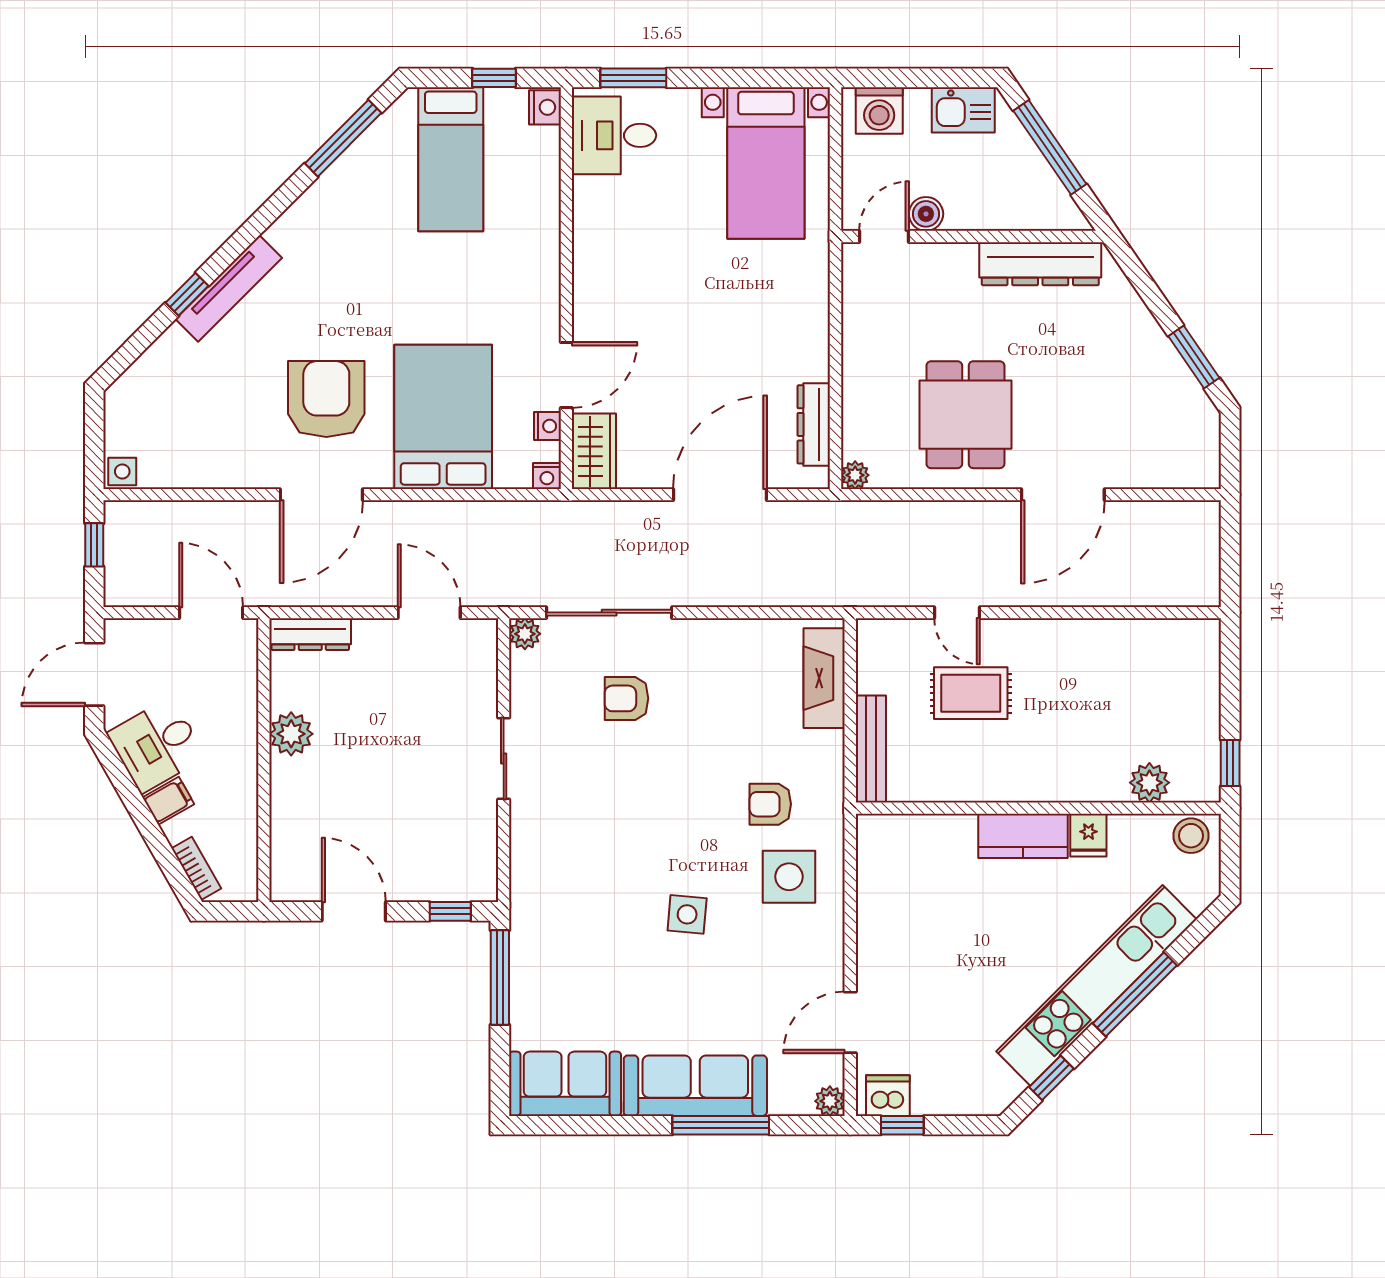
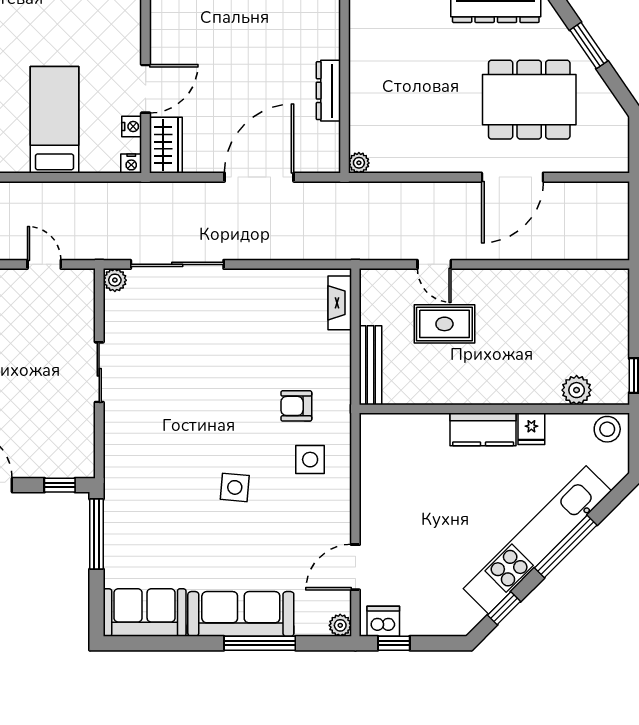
window: (1194, 357) -> (589, 45), moved
dining table: (965, 415) -> (529, 100), moved, width x1.38
bed: (443, 417) -> (54, 120), width x0.67
dresser: (814, 424) -> (328, 91), moved
door: (429, 613) -> (44, 264), width x0.73
fireplace: (824, 678) -> (340, 303), width x0.73, depth x0.76
armchair: (626, 698) -> (190, 328), removed
side table: (789, 877) -> (310, 460), width x0.73, depth x0.73

